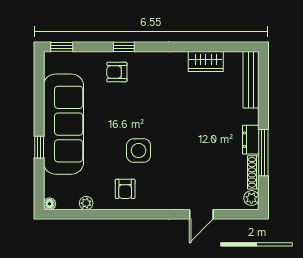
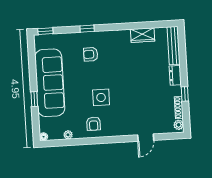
armchair: (117, 72) -> (91, 54), moved
dresser: (251, 140) -> (175, 75), moved
window: (263, 153) -> (185, 94), width x0.46

